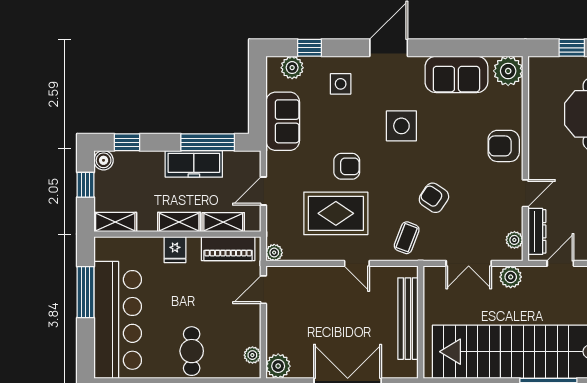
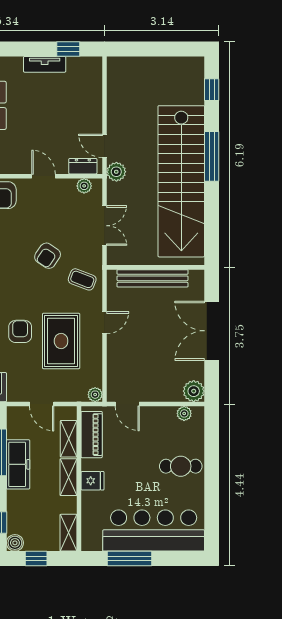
dresser: (537, 231) -> (83, 166), width x0.70
plant: (511, 277) -> (116, 172), moved

